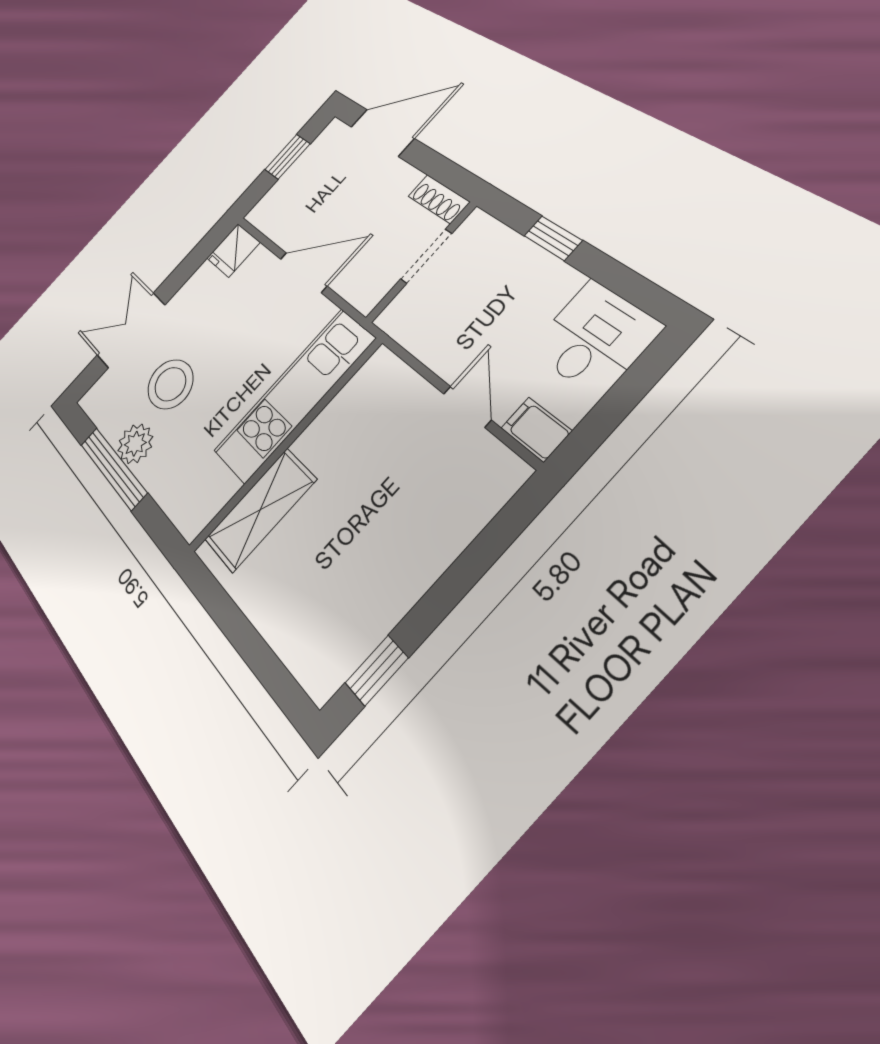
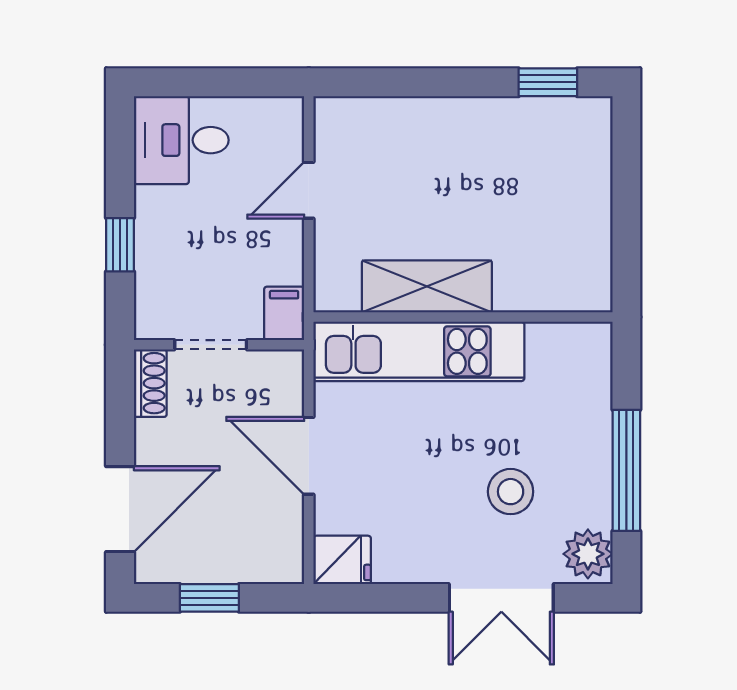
door: (382, 133) -> (120, 509), swing flipped
stool: (170, 384) -> (511, 492), width x0.73, depth x0.73
filing cabinet: (536, 429) -> (284, 313), moved, turned 180
plant: (135, 444) -> (588, 554), moved
shelving: (260, 510) -> (427, 286), moved

